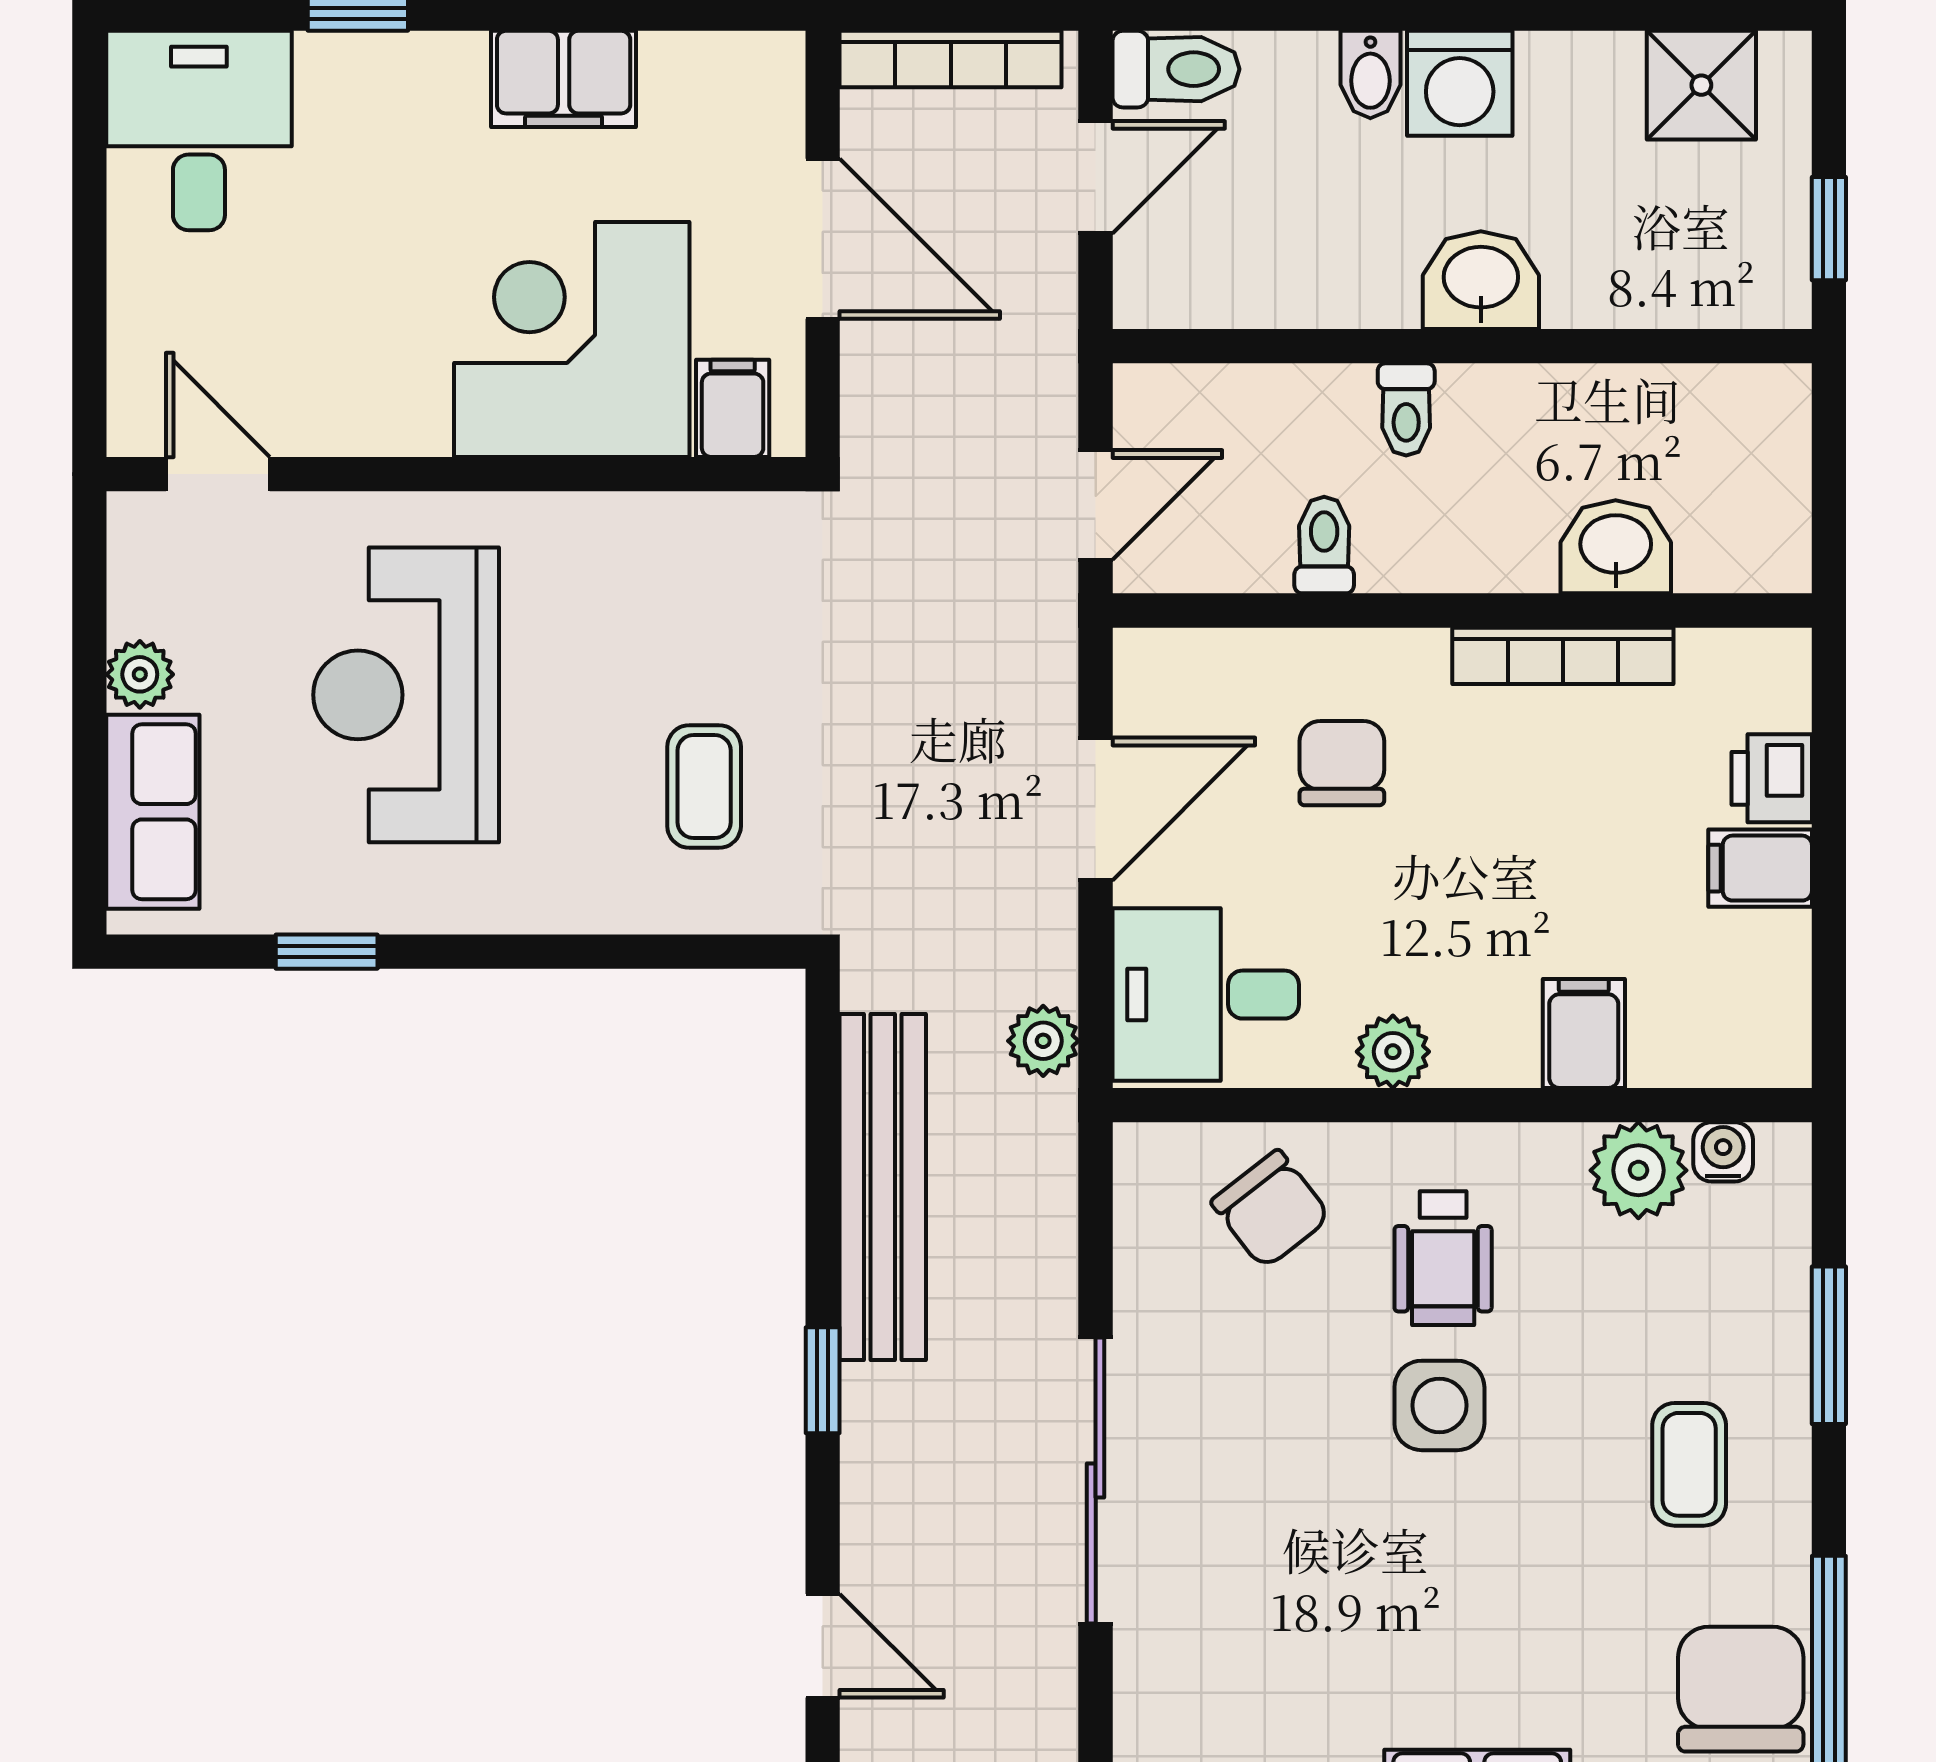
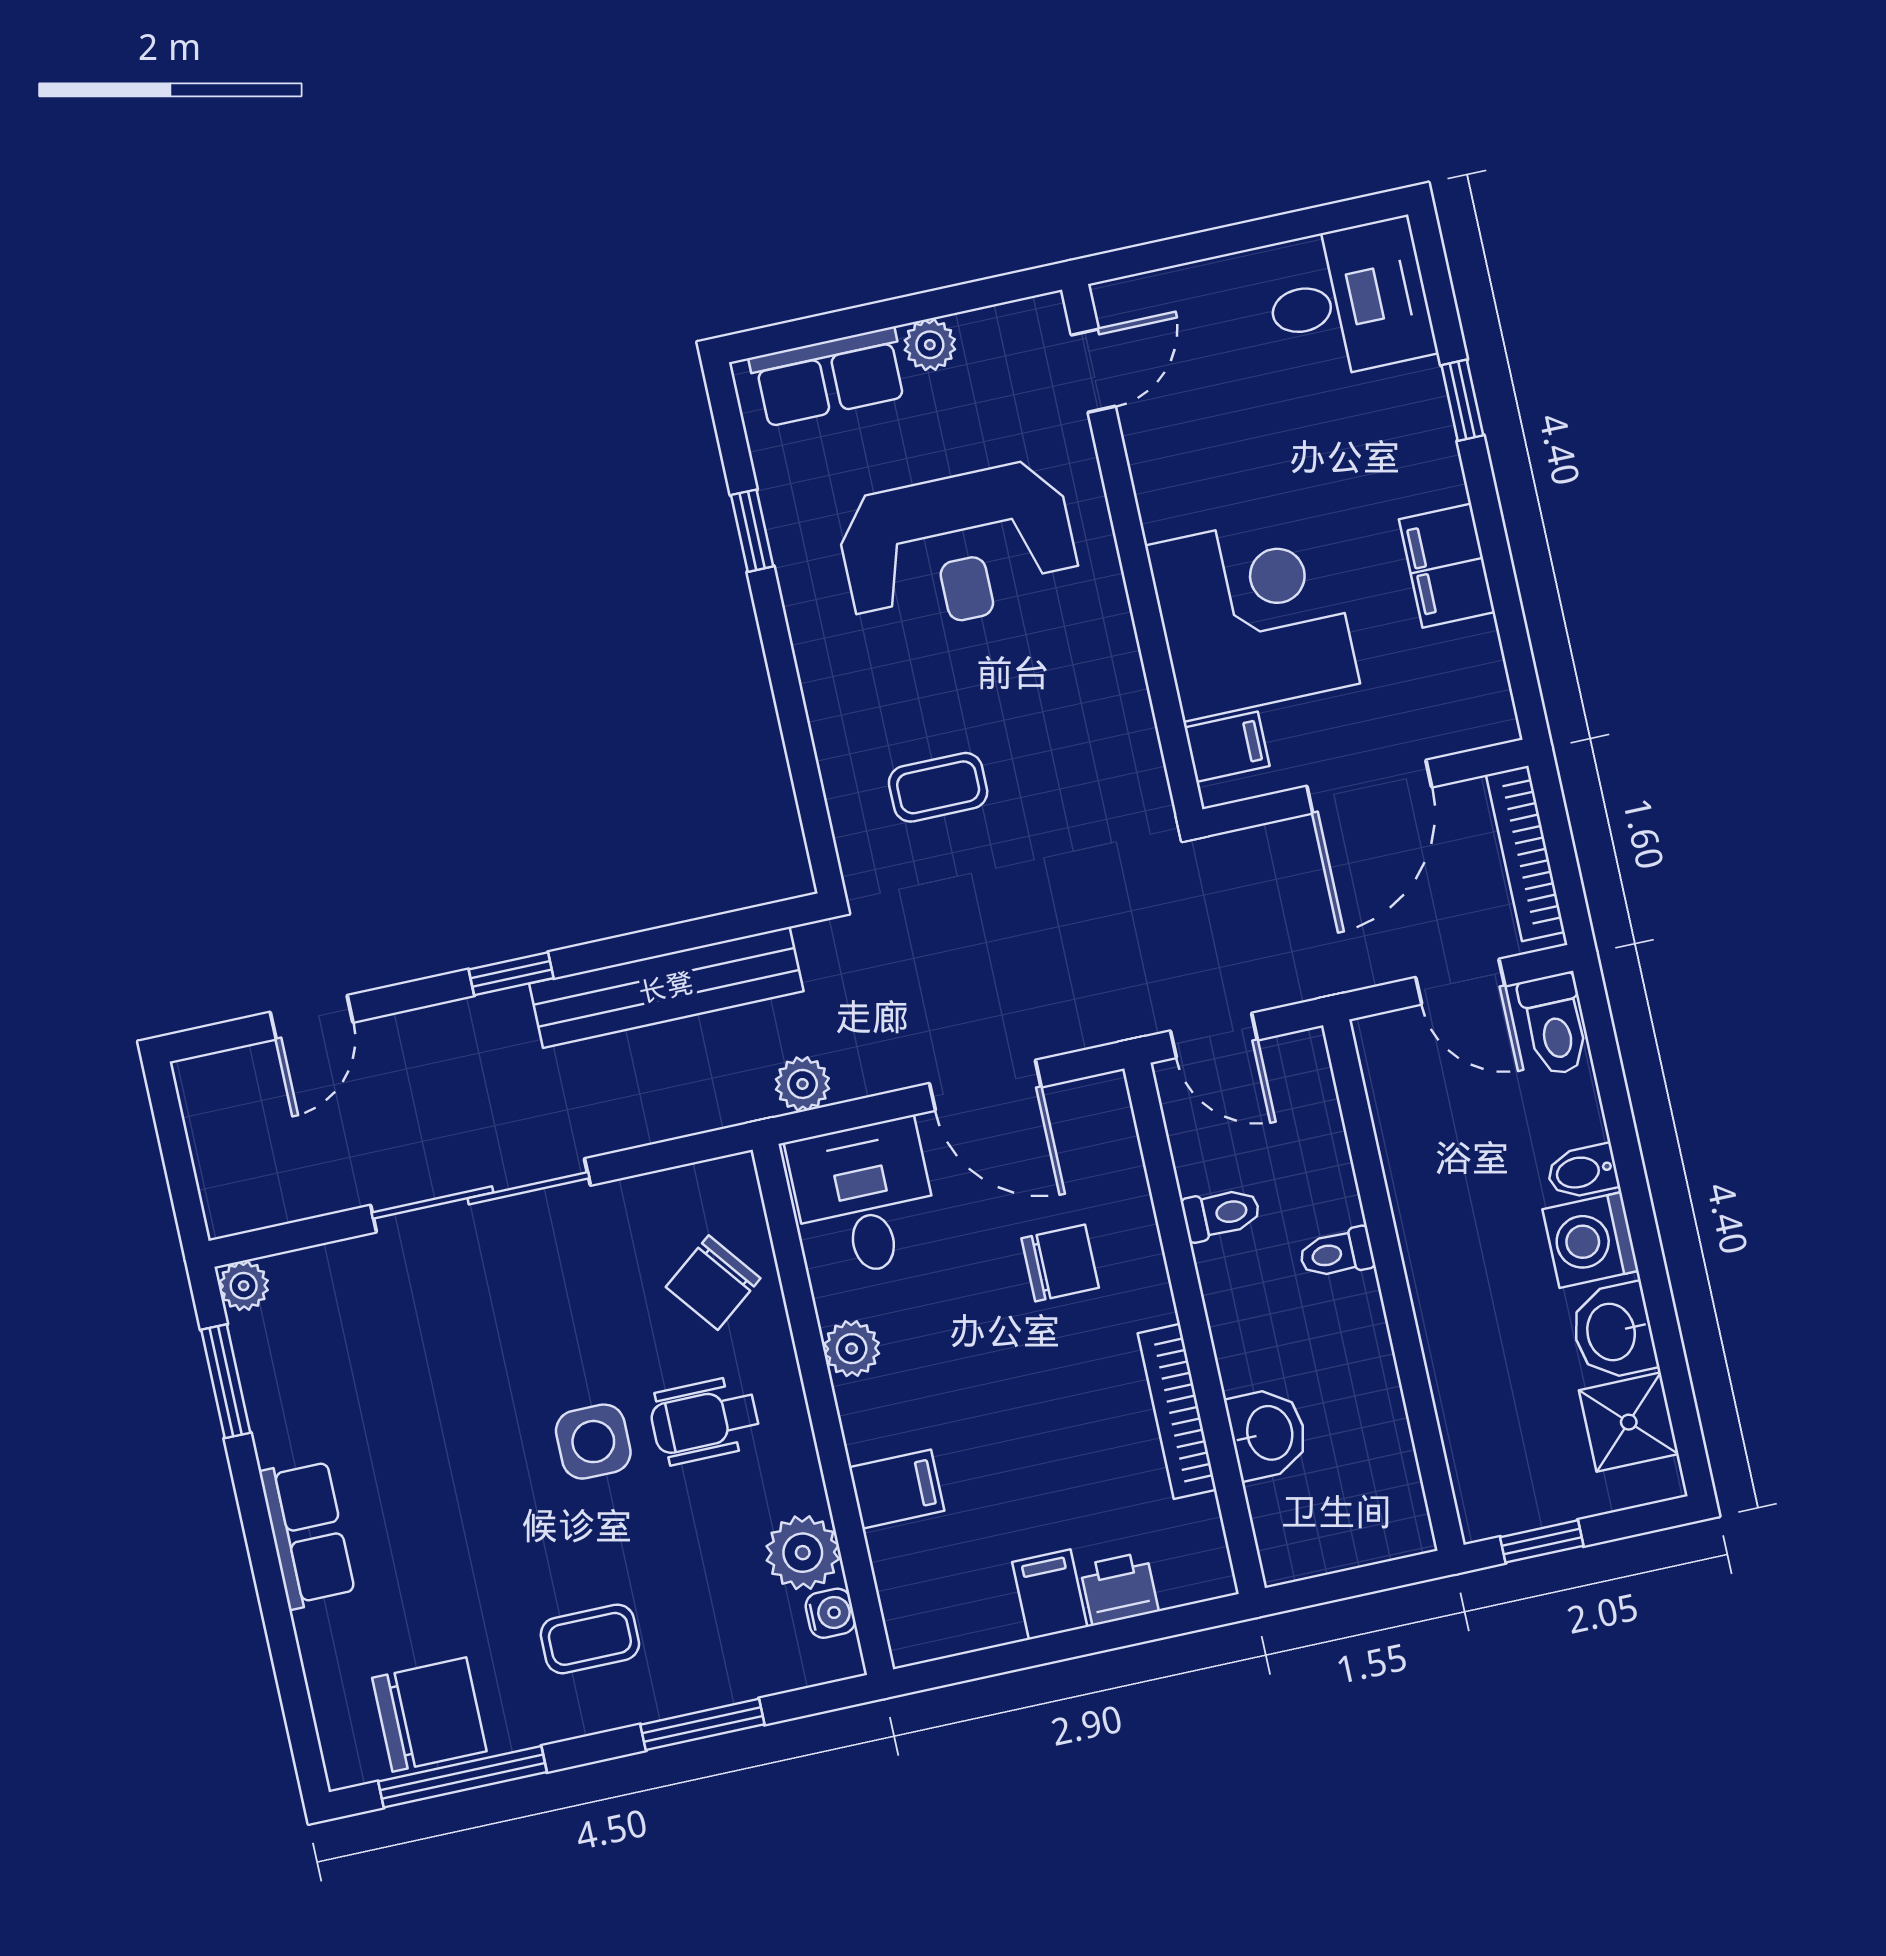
washbasin: (1481, 280) -> (1613, 1332), moved, turned 180
reception desk: (406, 695) -> (958, 548), turned 180

